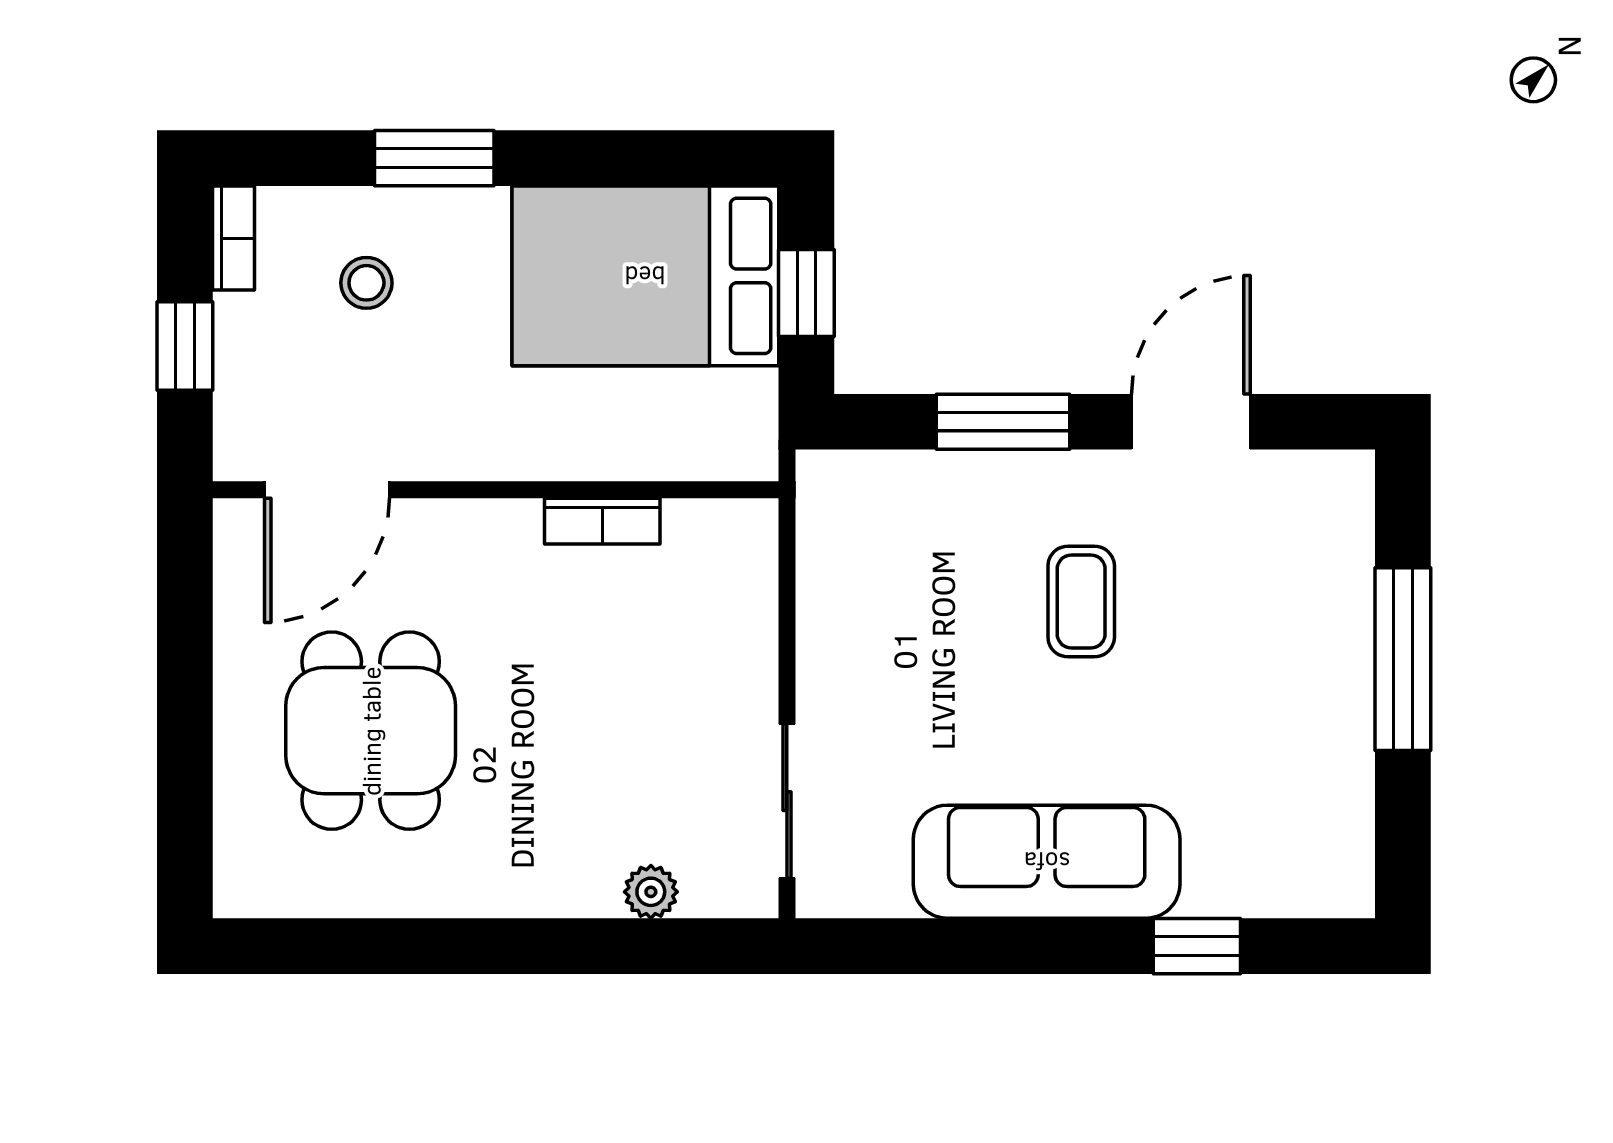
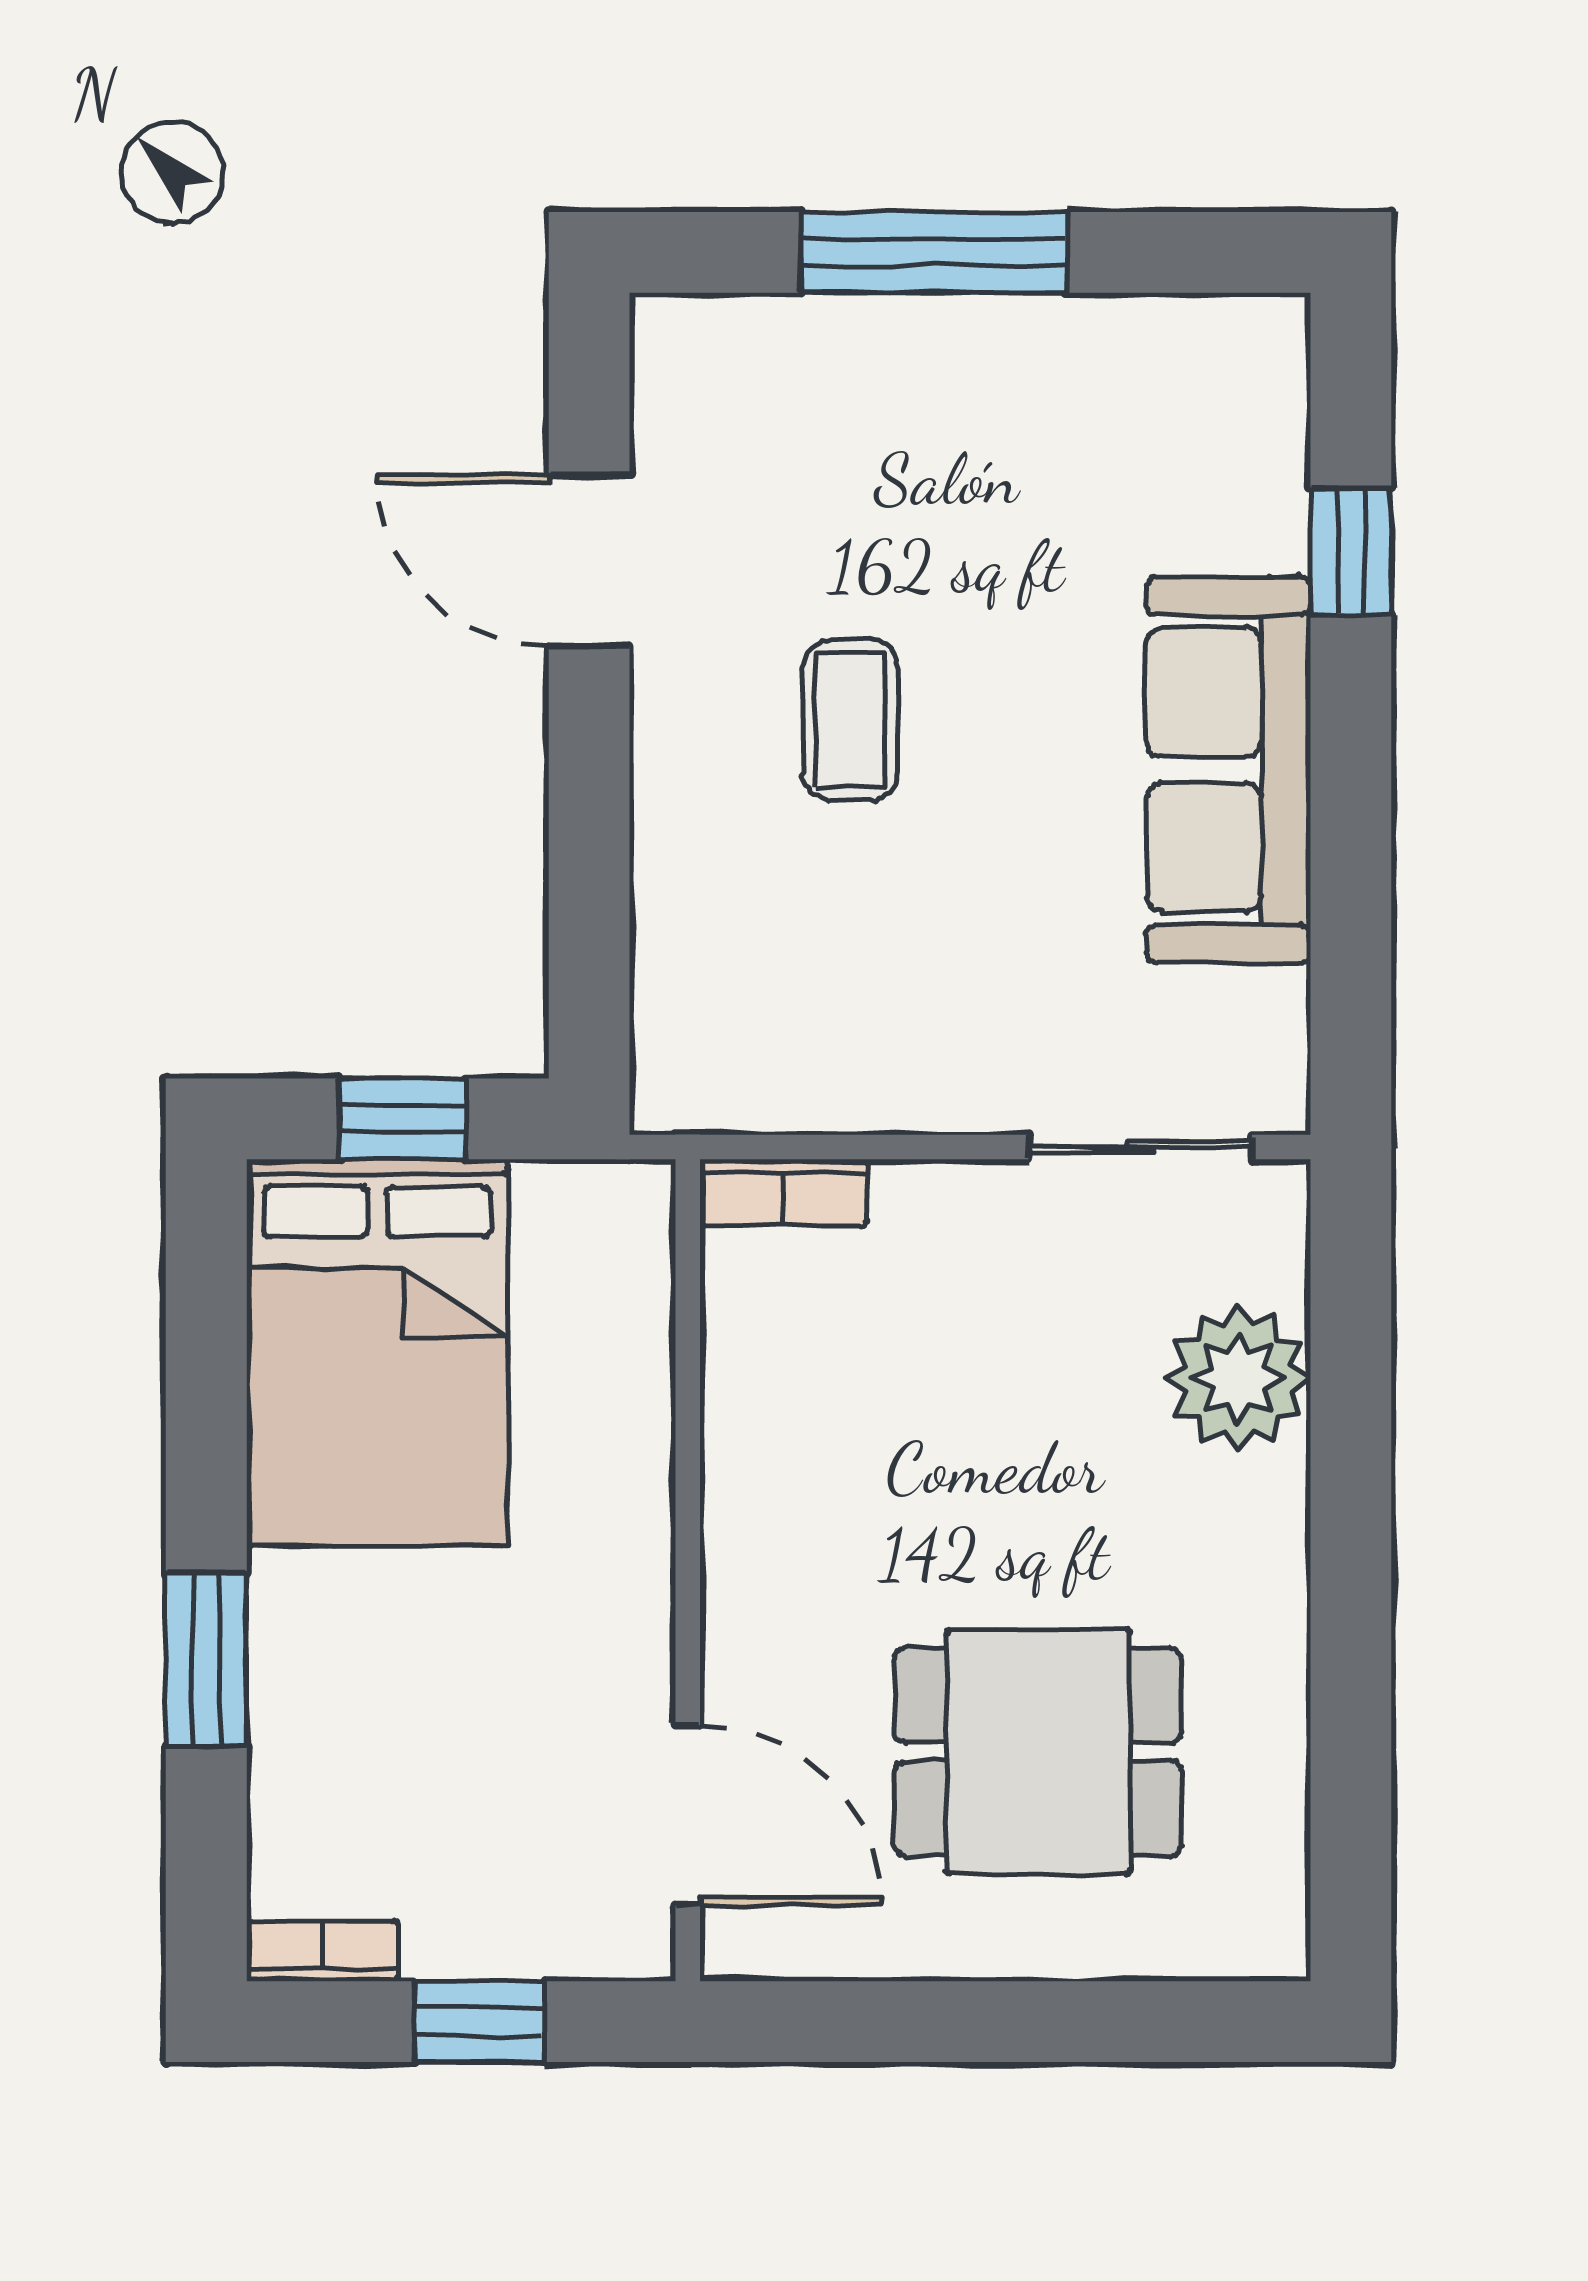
stool: (366, 283) -> (387, 1758), removed
window: (1003, 422) -> (589, 833), removed
bookcase: (602, 521) -> (783, 1193), moved, turned 90
coffee table: (1081, 602) -> (850, 720), turned 90
plant: (651, 892) -> (1238, 1378), width x1.87, depth x1.87

